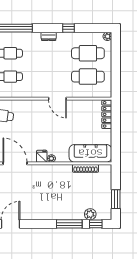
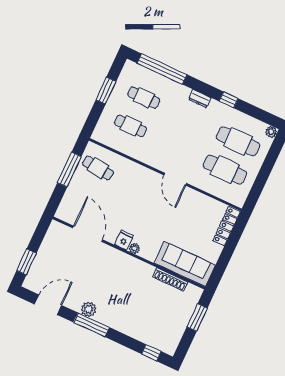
window: (116, 199) -> (197, 317), moved
plant: (90, 214) -> (89, 309), moved
window: (69, 224) -> (91, 325), moved

